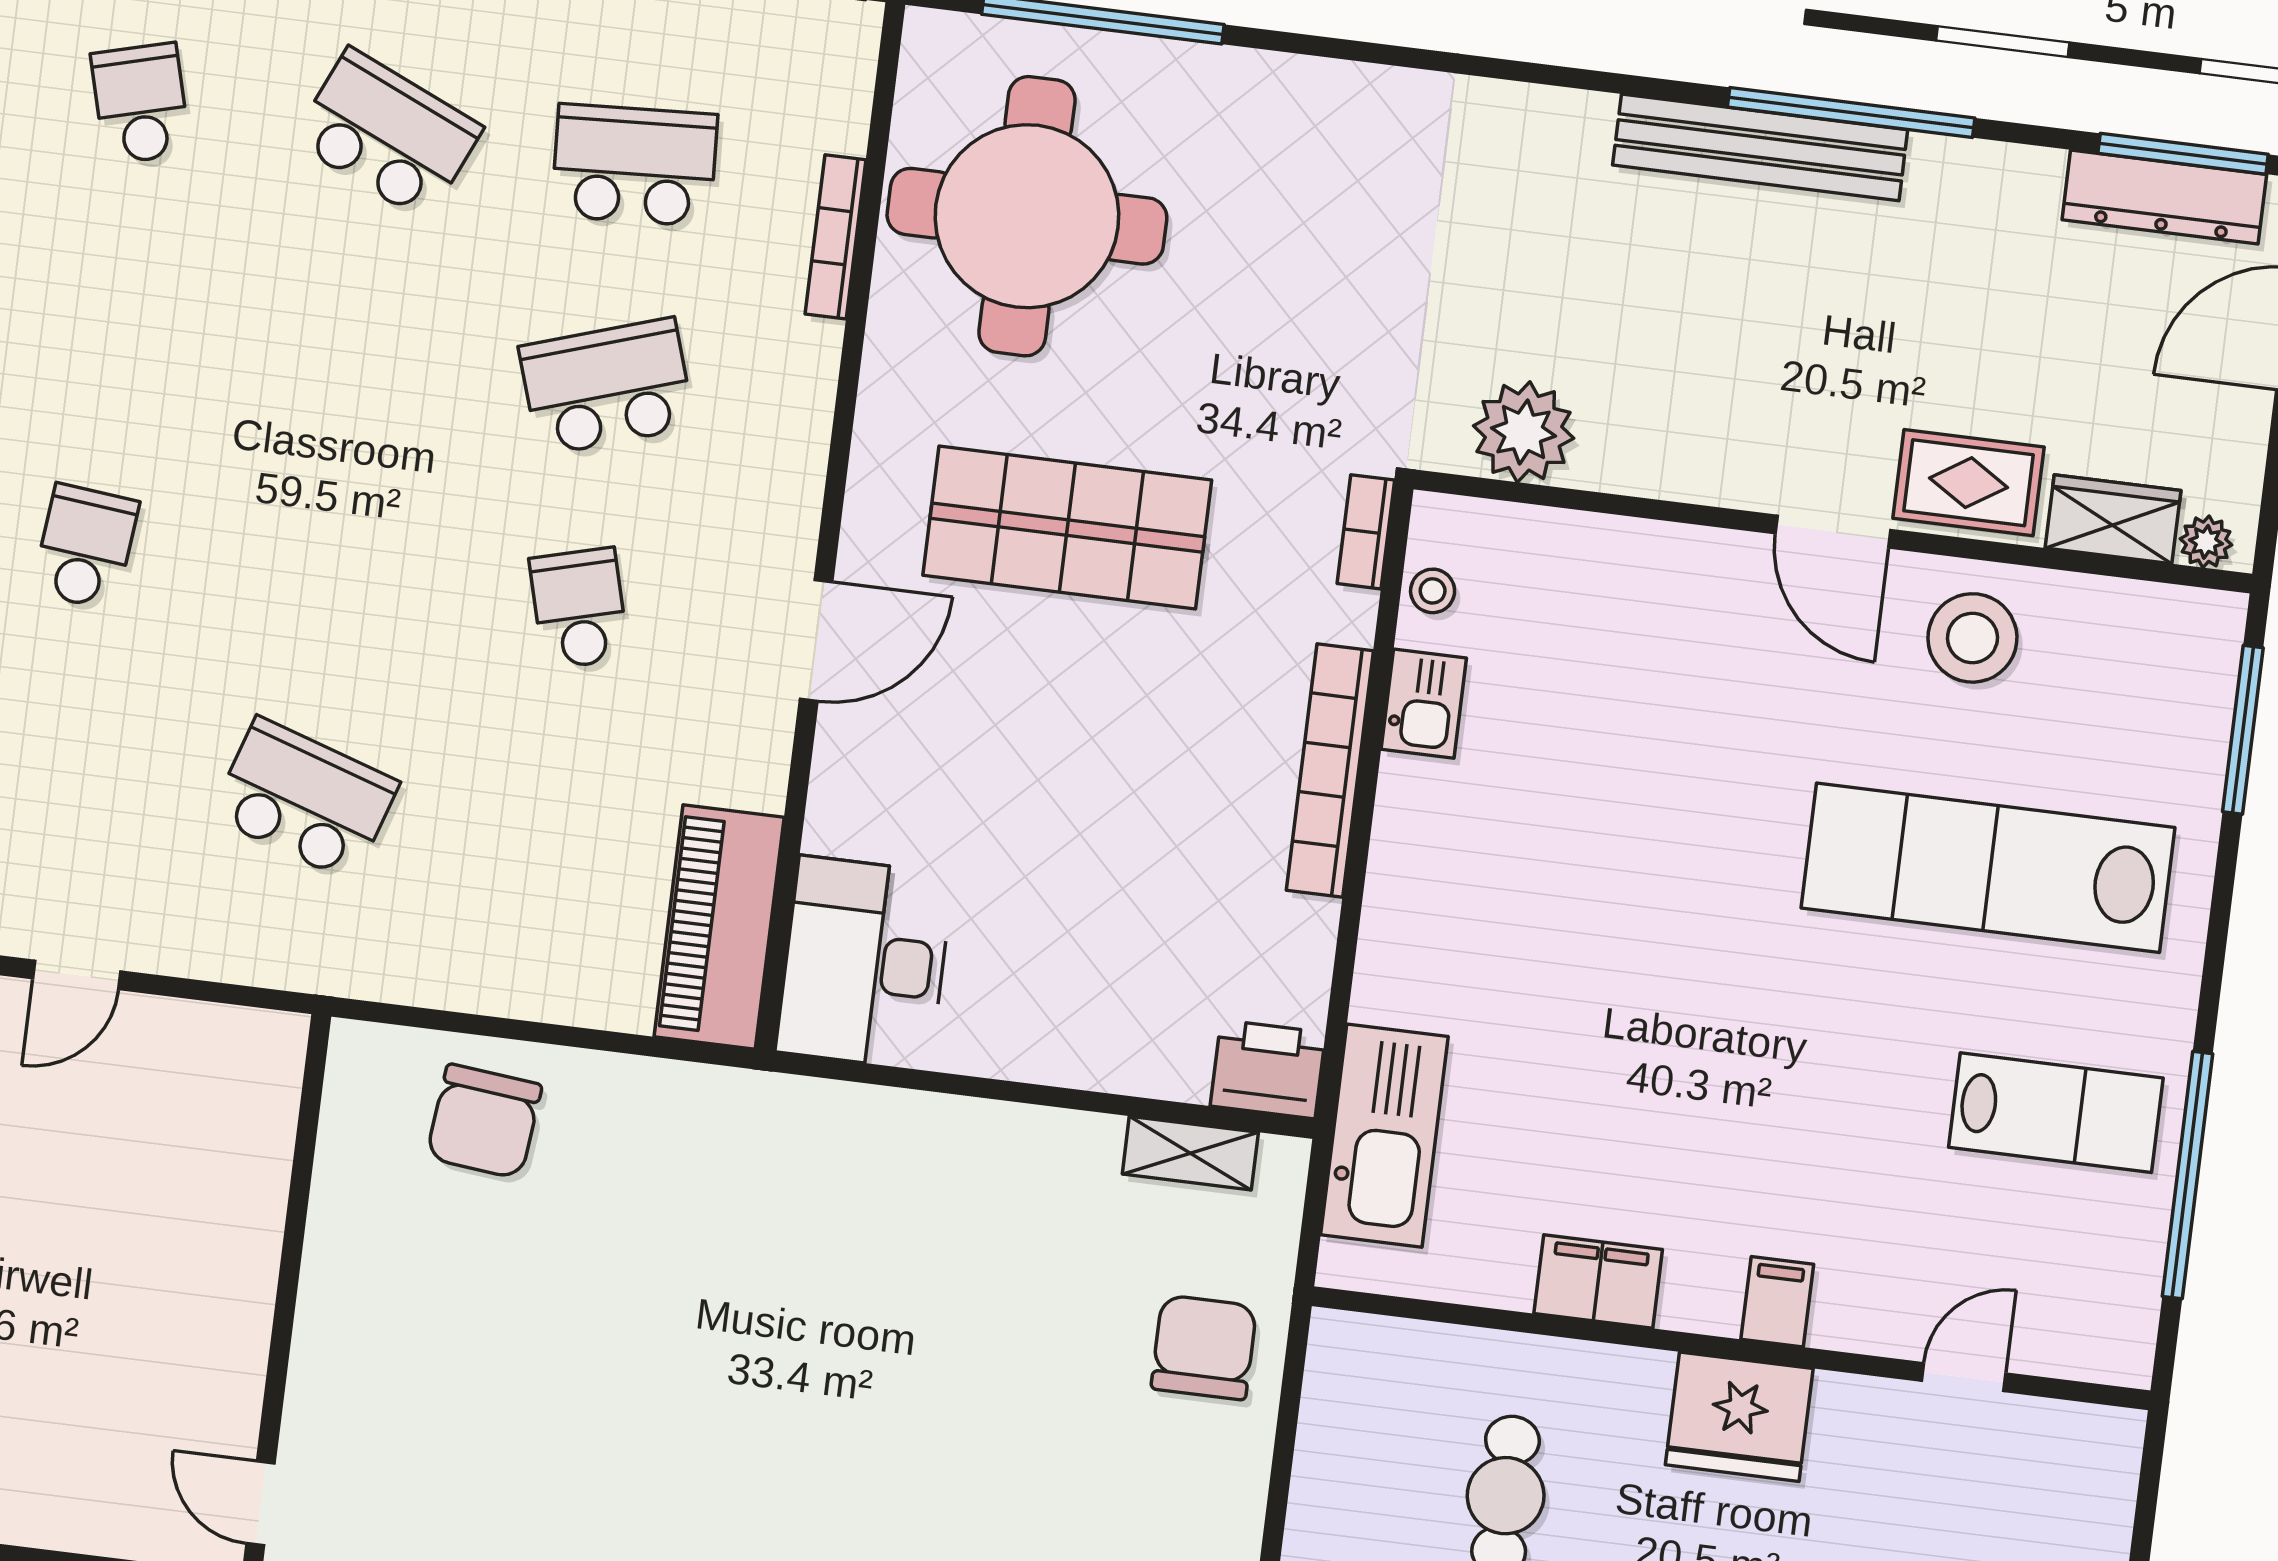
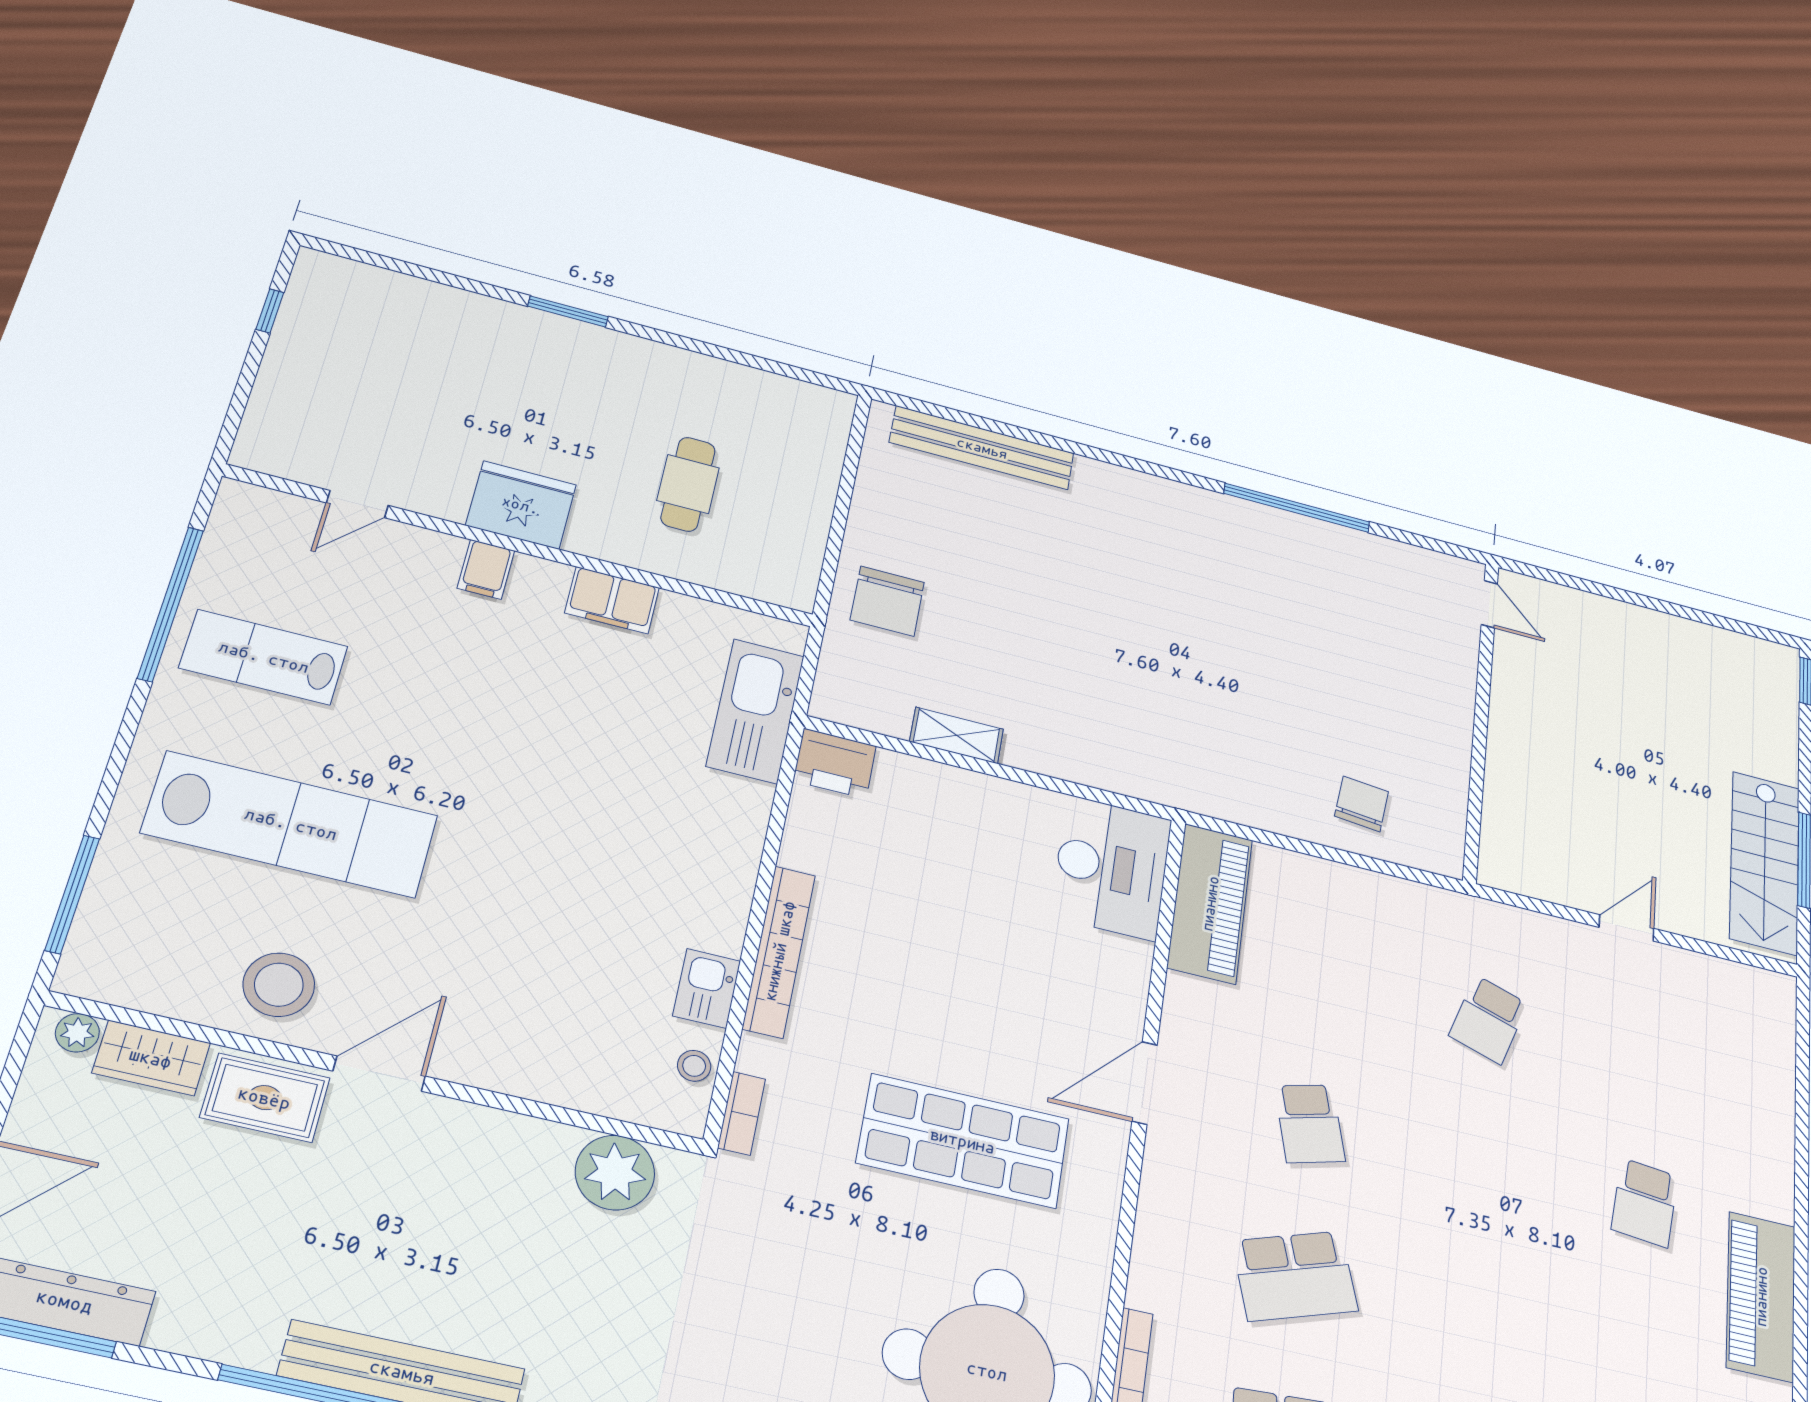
door: (1833, 532) -> (379, 1074), hinge flipped
school desk: (305, 799) -> (1488, 1019), width x0.54
chair: (484, 1121) -> (1362, 804), width x0.73, depth x0.73
shelving: (1190, 1153) -> (957, 735), moved

